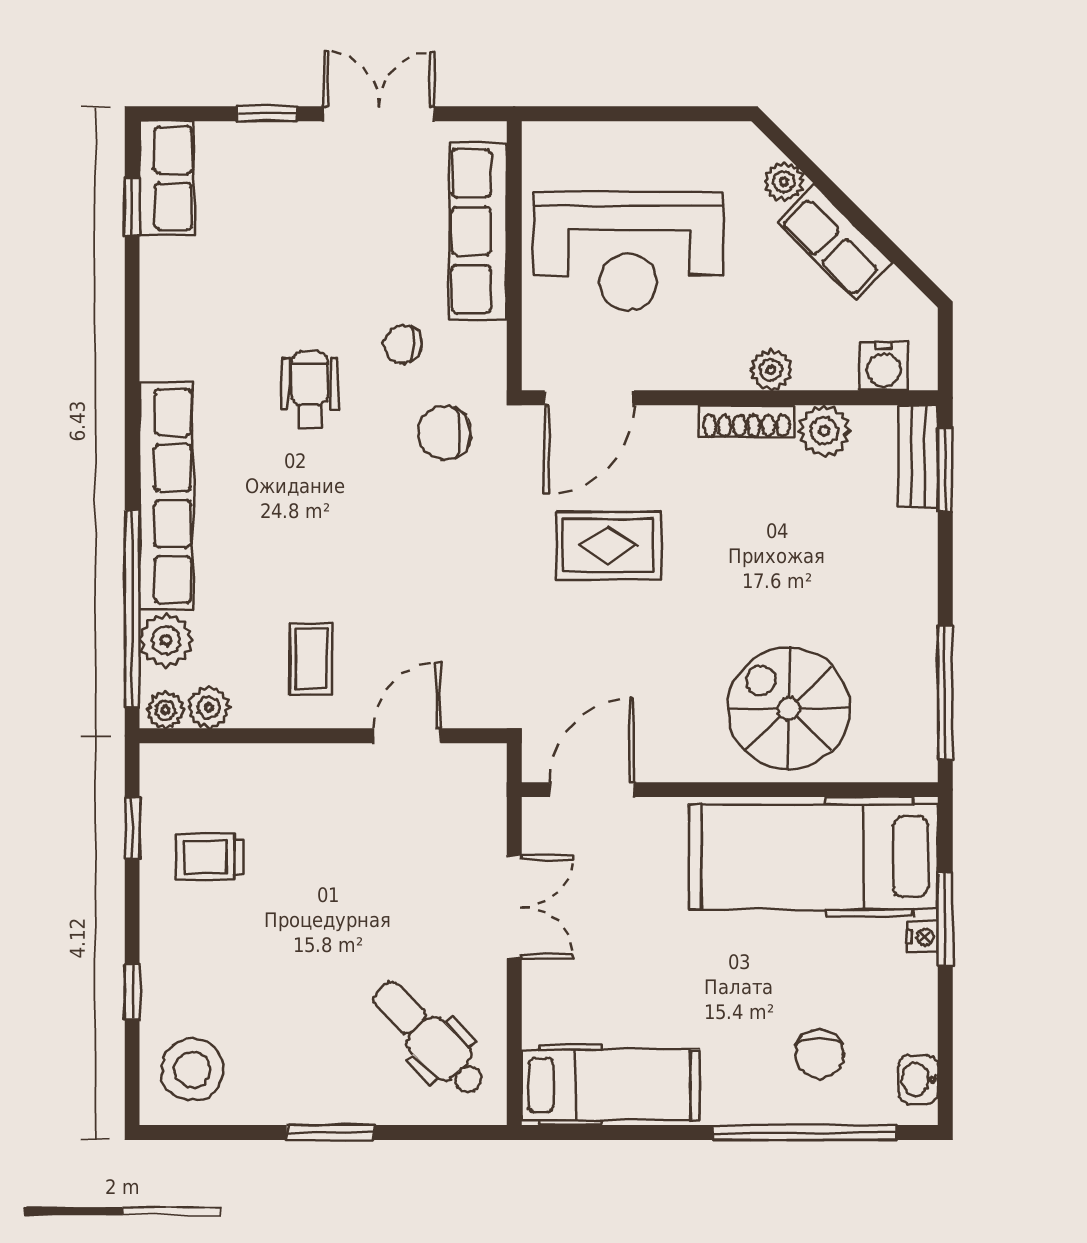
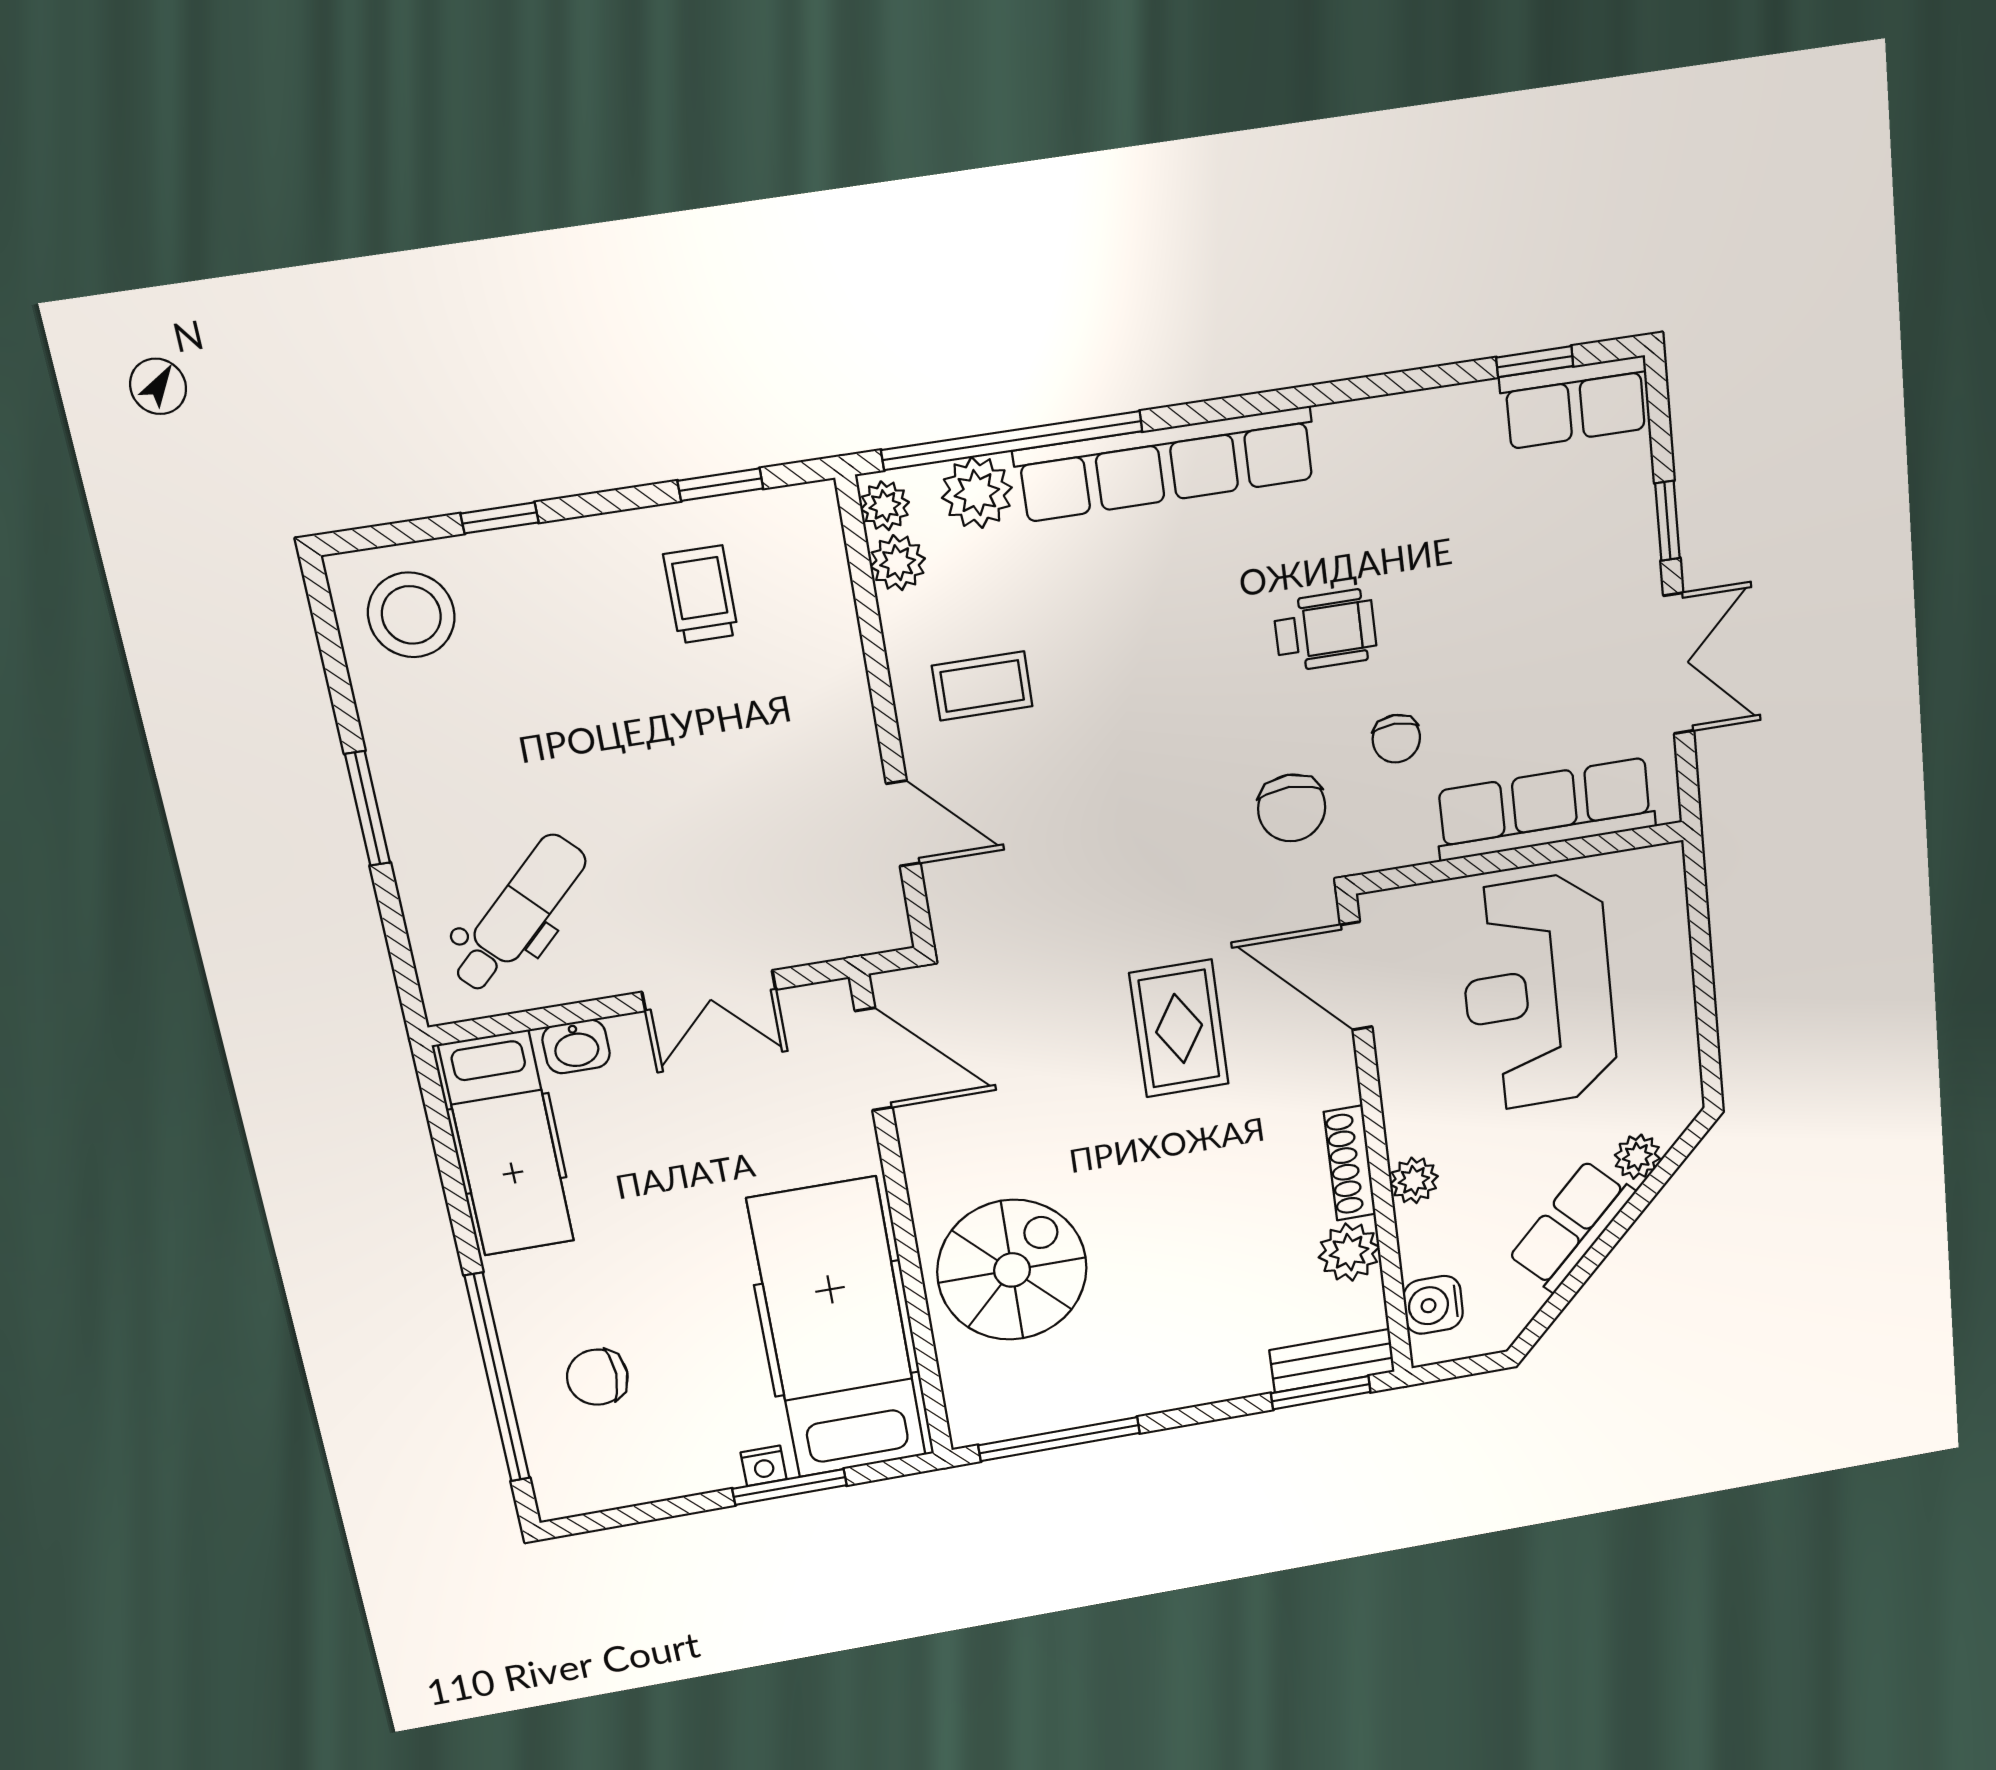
chair: (403, 344) -> (1396, 739), turned 180
chair: (444, 433) -> (1292, 808), turned 180
washbasin: (918, 1079) -> (576, 1046), moved, turned 180

